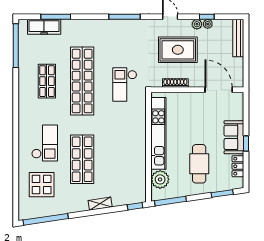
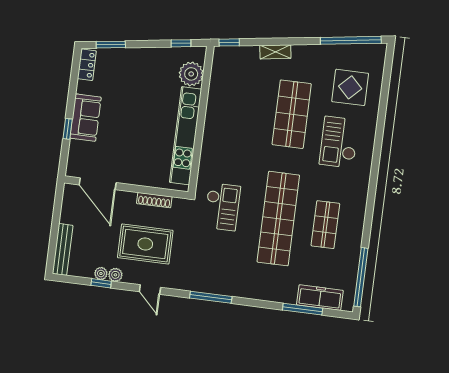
window: (246, 143) -> (68, 129), moved
cafe table: (199, 164) -> (136, 88), removed
locker: (238, 166) -> (87, 65), moved
window: (170, 201) -> (181, 43), width x0.46

